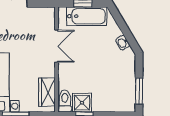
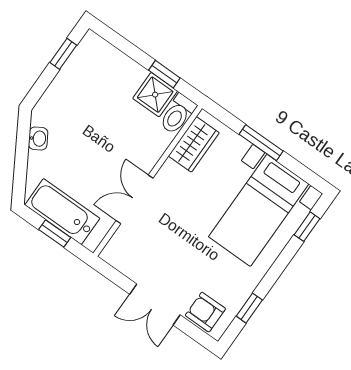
window: (139, 91) -> (63, 54), width x0.67

